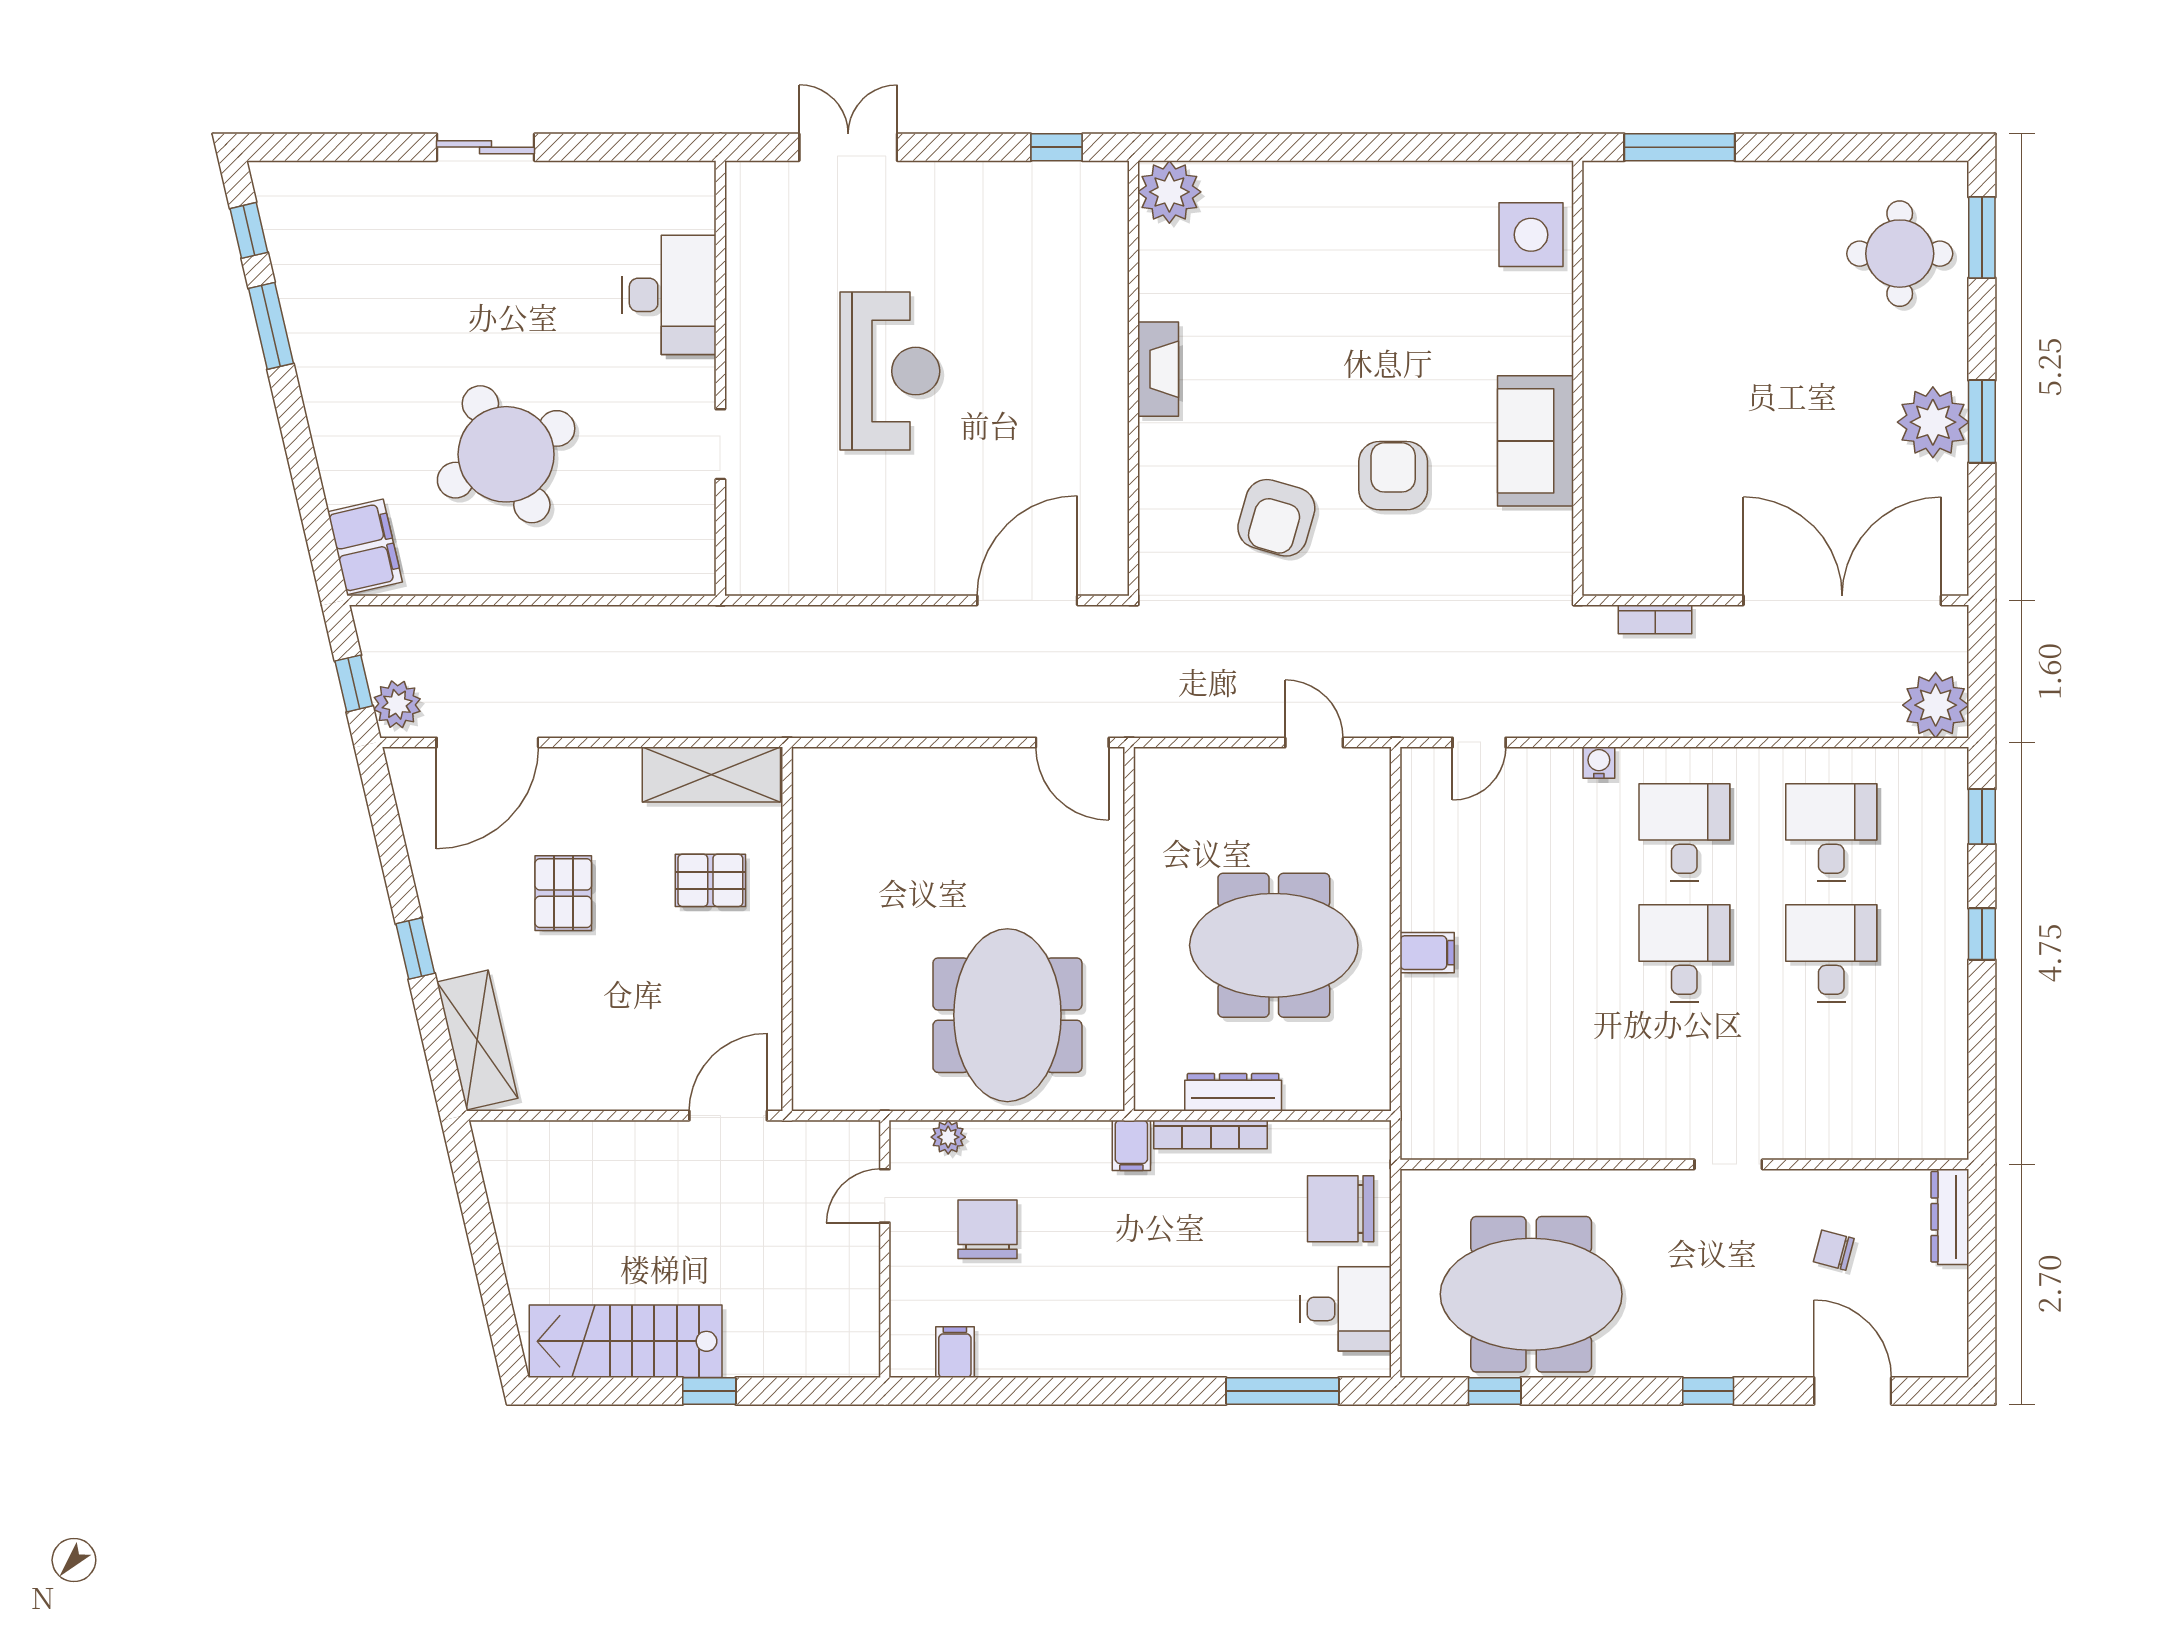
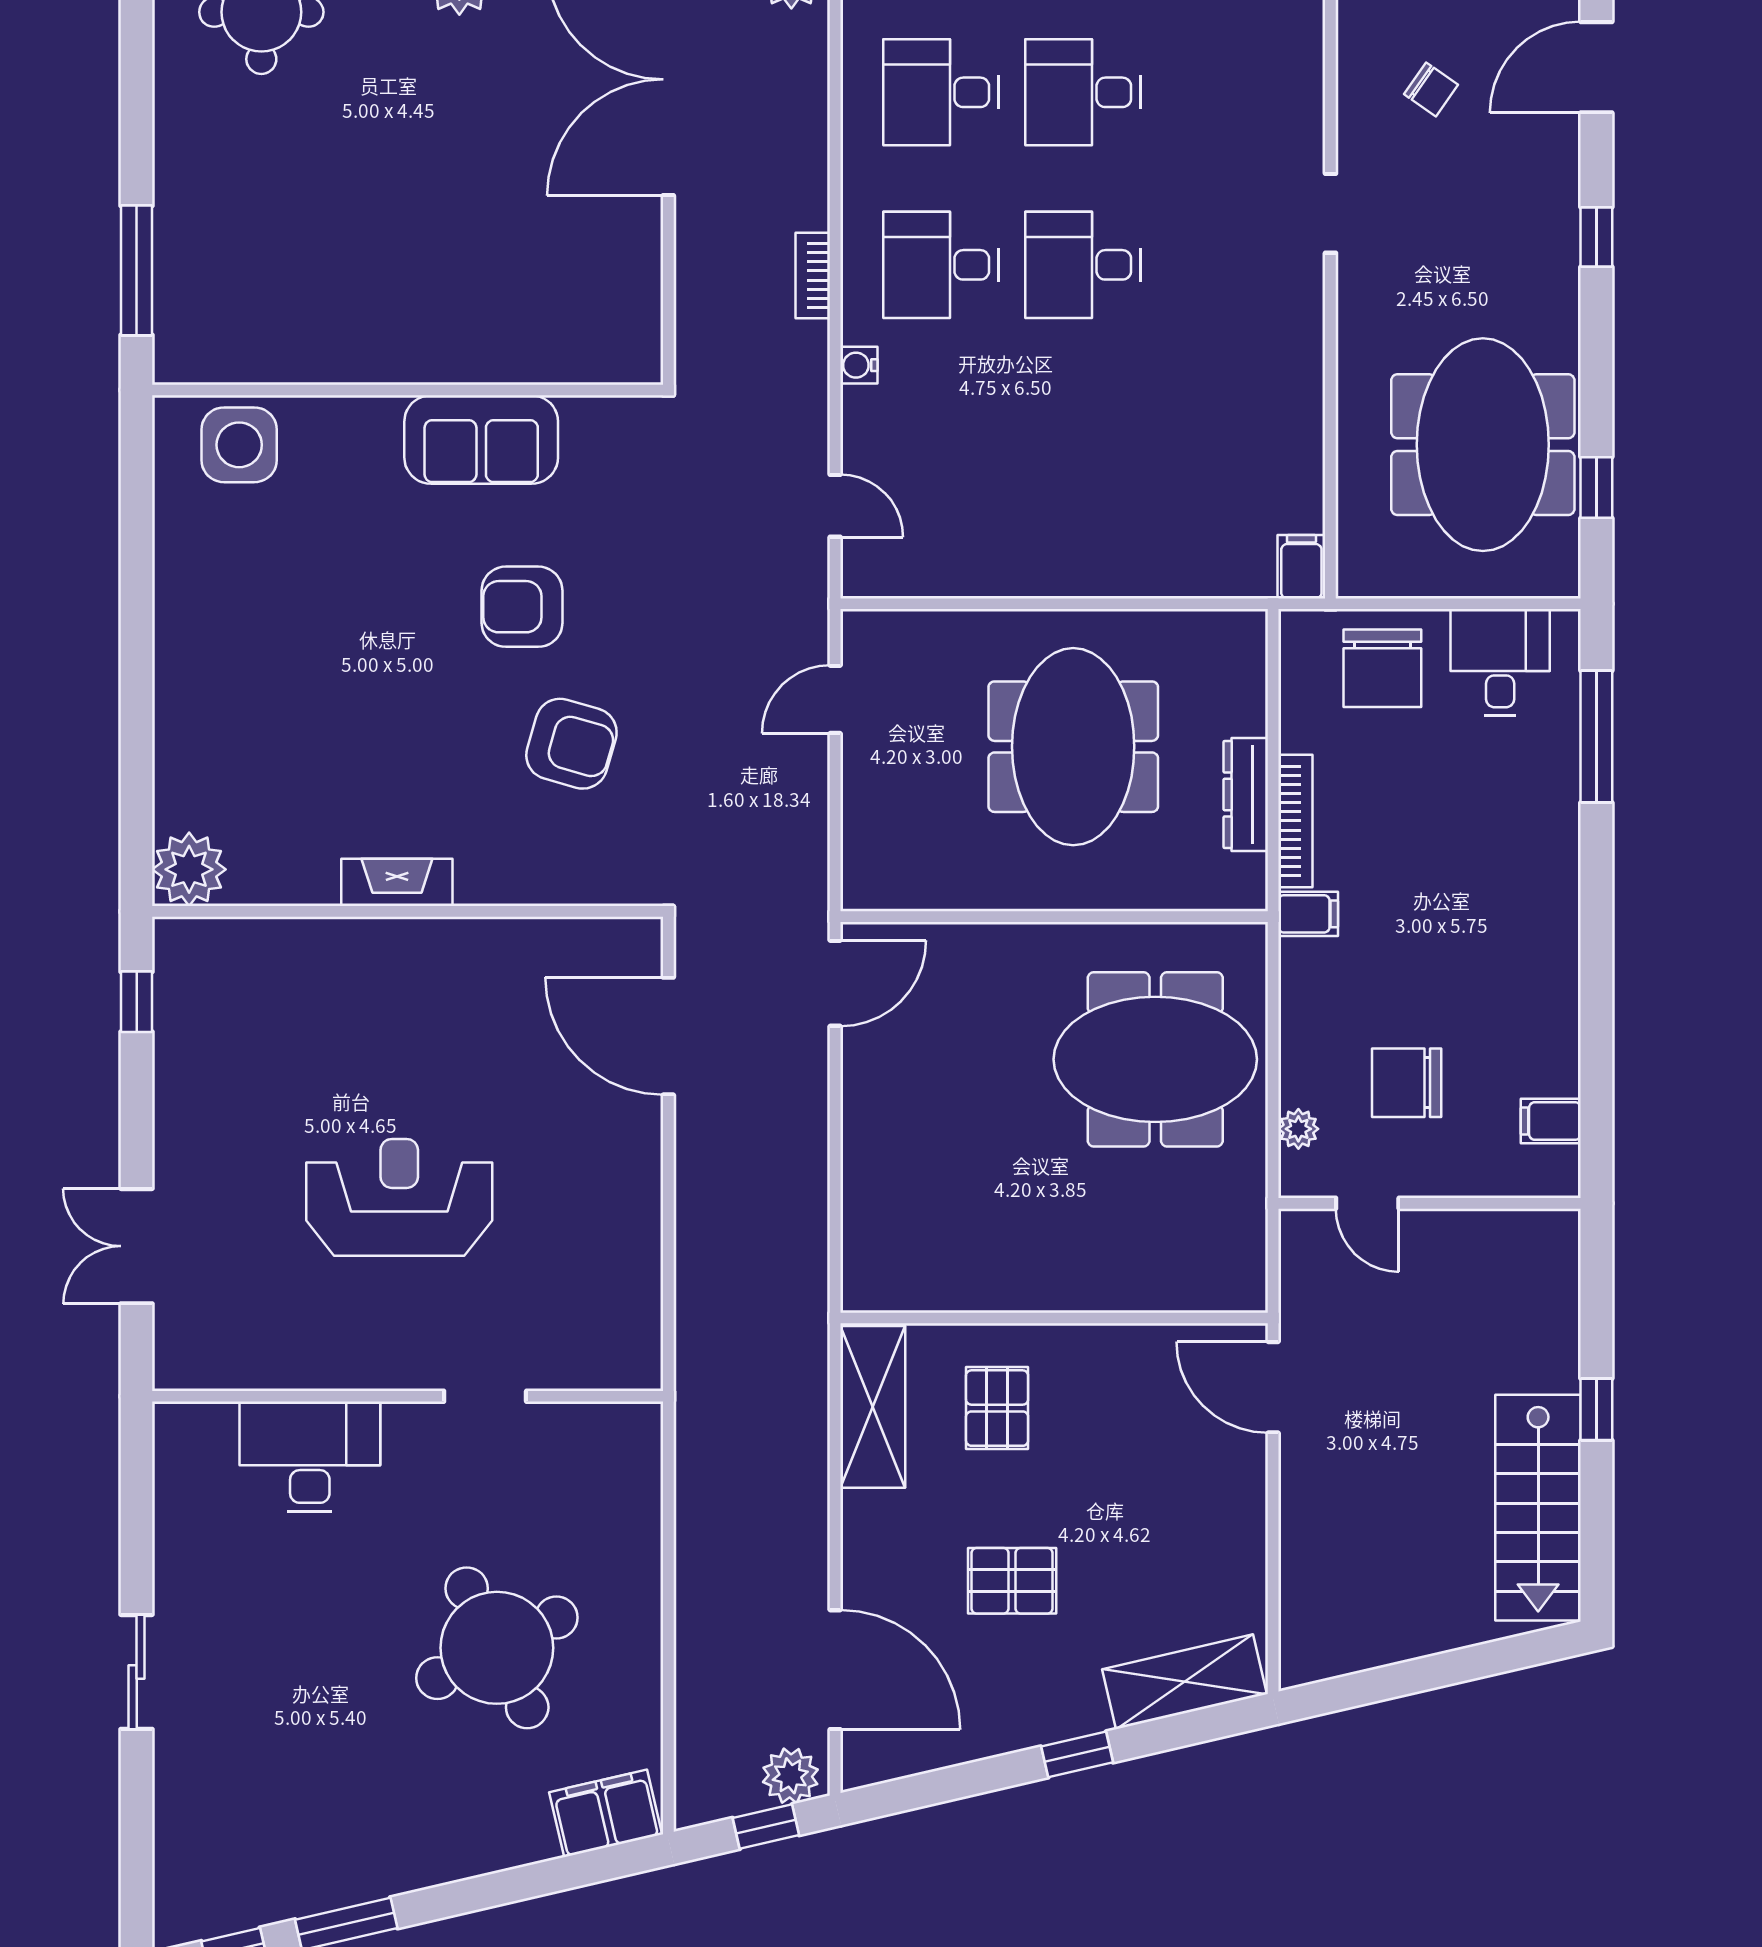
bookcase: (1655, 619) -> (813, 275), moved, turned 180
filing cabinet: (1427, 953) -> (1301, 567), moved
chair: (1834, 1250) -> (1431, 89), turned -70

